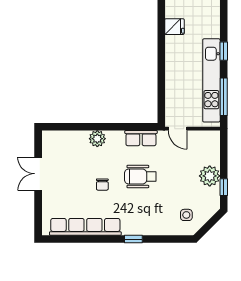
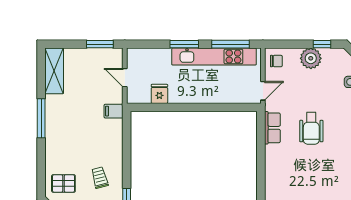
window: (224, 51) -> (184, 44), width x1.50
plant: (97, 139) -> (273, 172), removed
chair: (102, 185) -> (276, 61), moved

